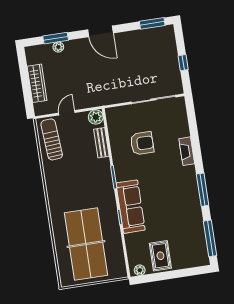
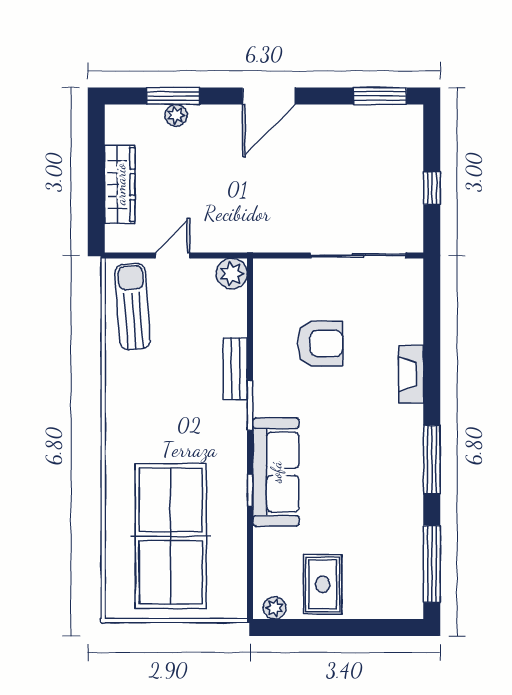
door: (100, 31) -> (269, 96), hinge flipped
bench: (101, 143) -> (235, 369), moved

